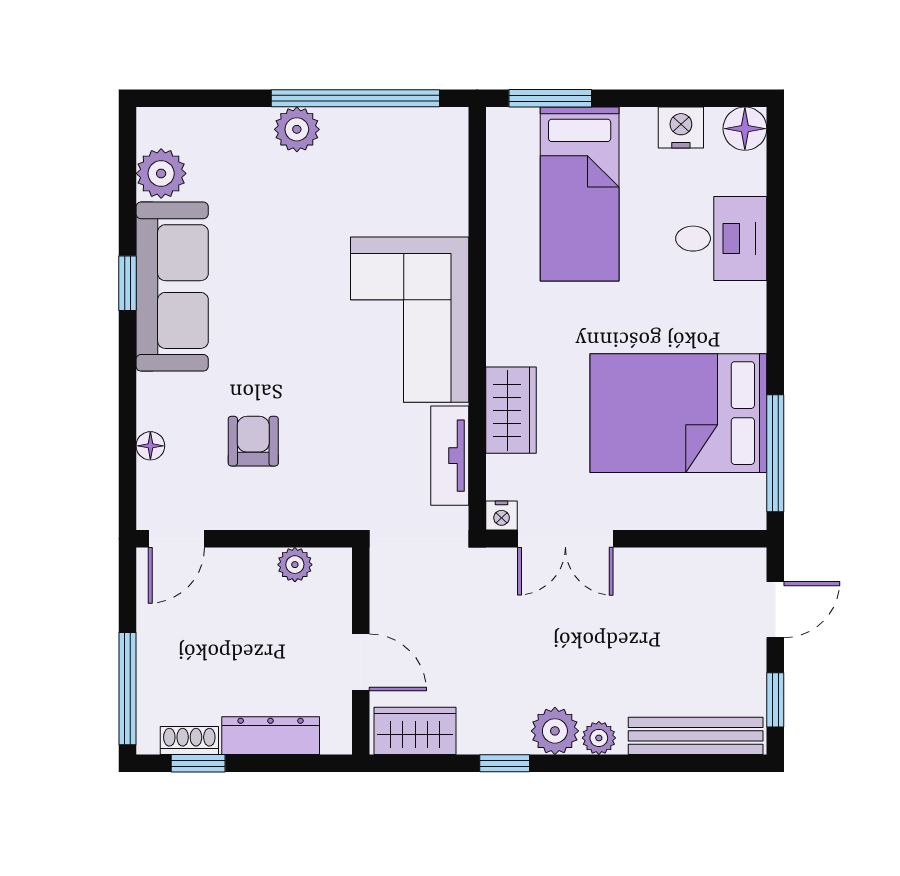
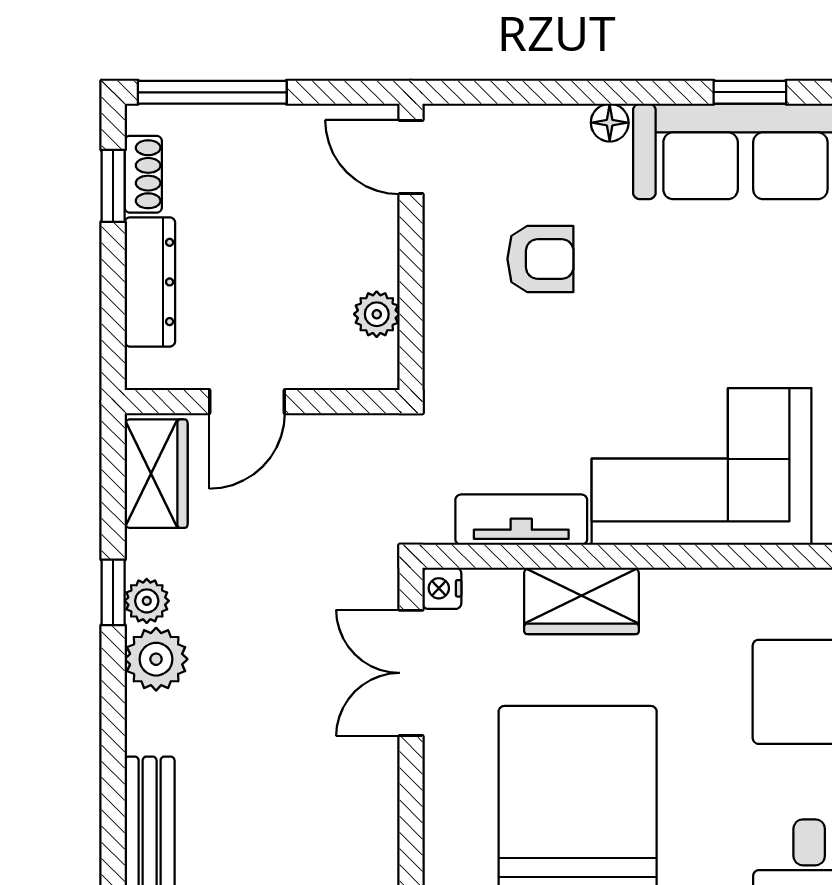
floor lamp: (150, 446) -> (610, 123), moved
plant: (599, 738) -> (147, 601), moved

